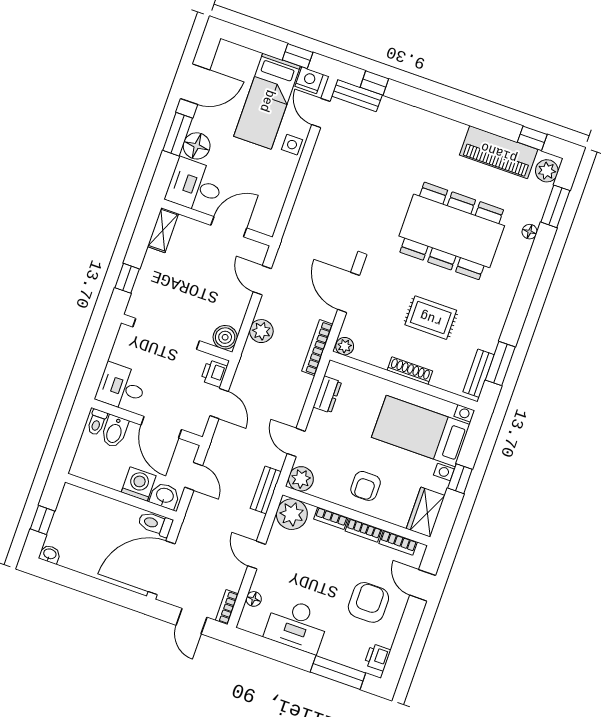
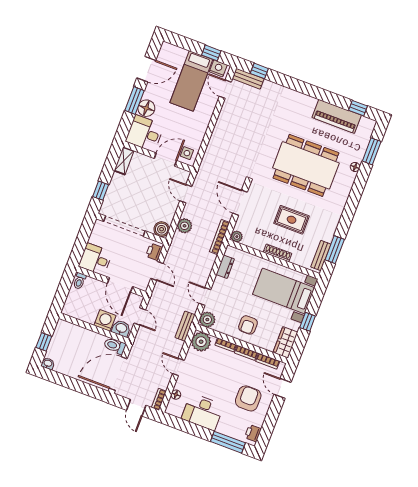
side table: (292, 145) -> (187, 153), moved
plant: (547, 171) -> (367, 129), removed
bidet: (115, 431) -> (91, 287), removed

